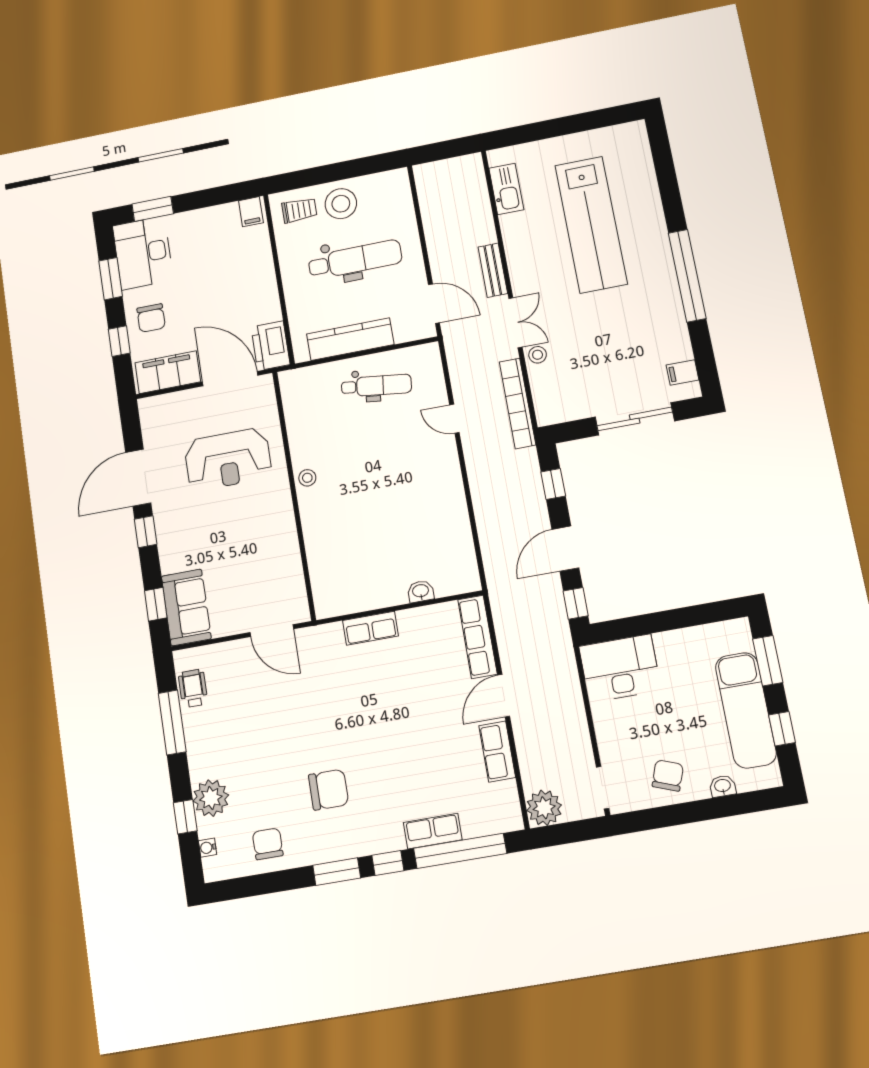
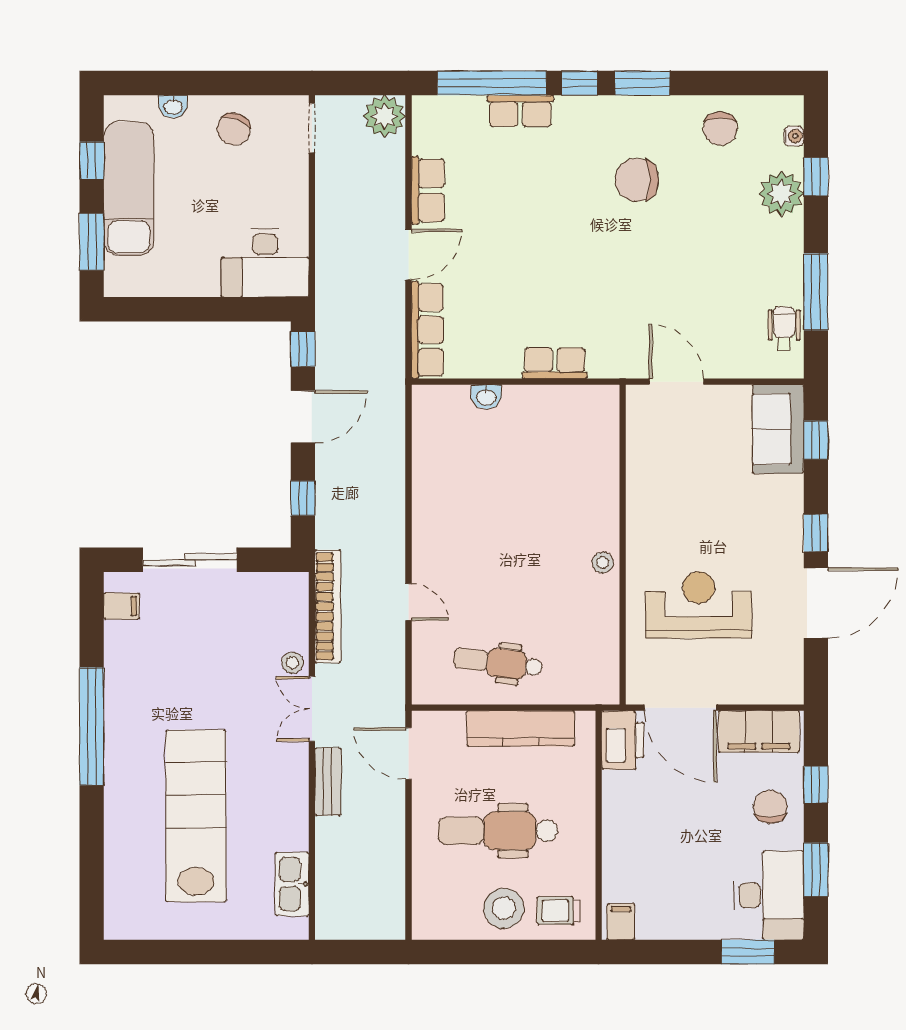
wheelchair: (193, 688) -> (784, 329), turned 180

